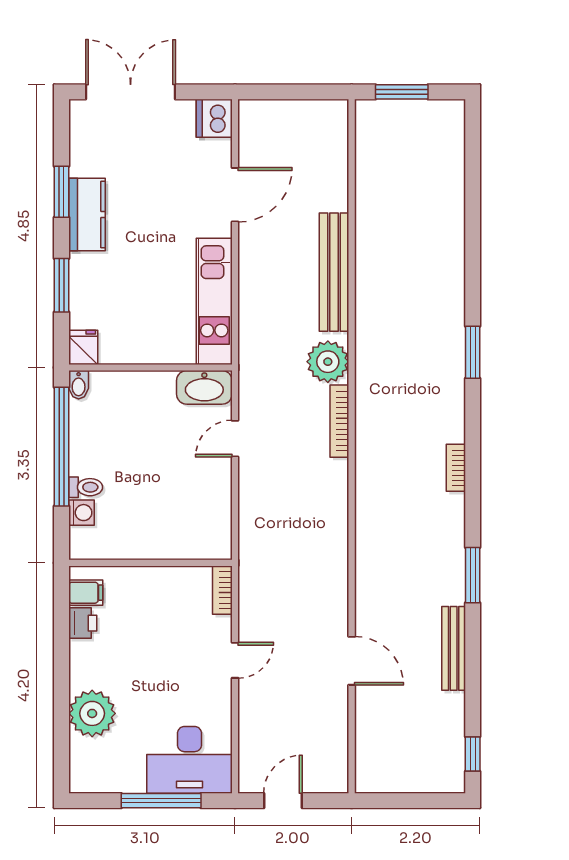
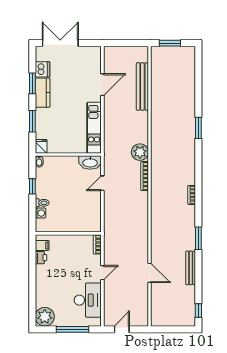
dishwasher: (214, 118) -> (43, 69), moved, turned 180
bench: (334, 272) -> (142, 86), moved
window: (473, 352) -> (198, 128), moved
window: (61, 447) -> (32, 186), width x0.32
plant: (92, 713) -> (45, 317), moved
desk: (190, 760) -> (88, 300), moved, turned -90

